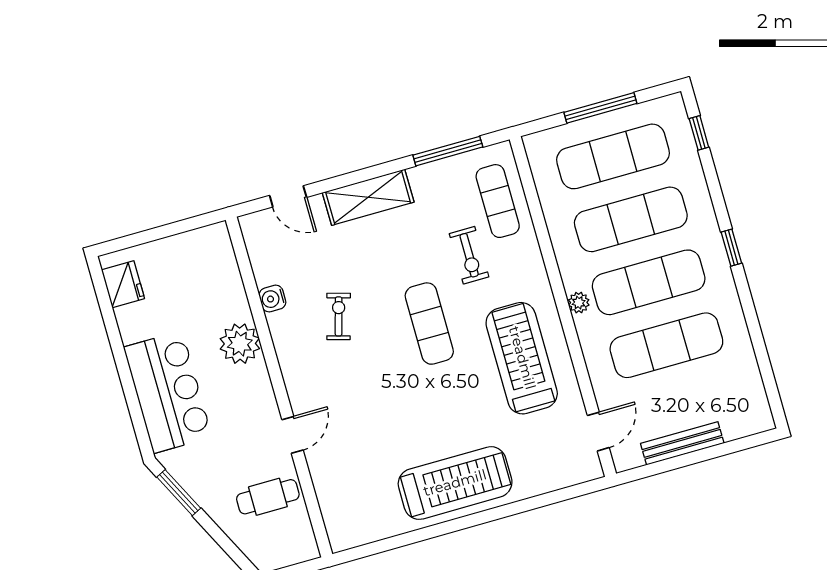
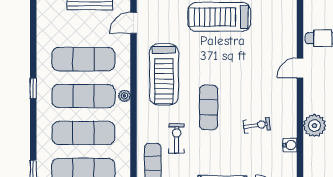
window: (731, 248) -> (33, 88), moved
exercise bike: (339, 316) -> (257, 125), turned -114

